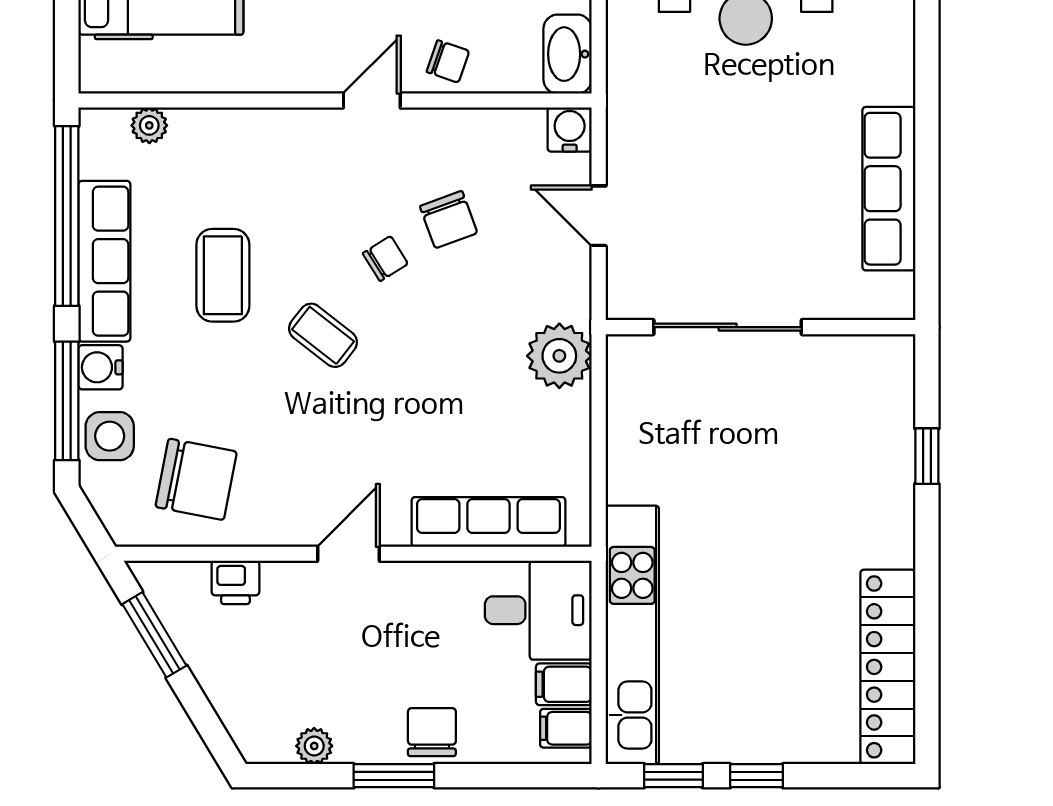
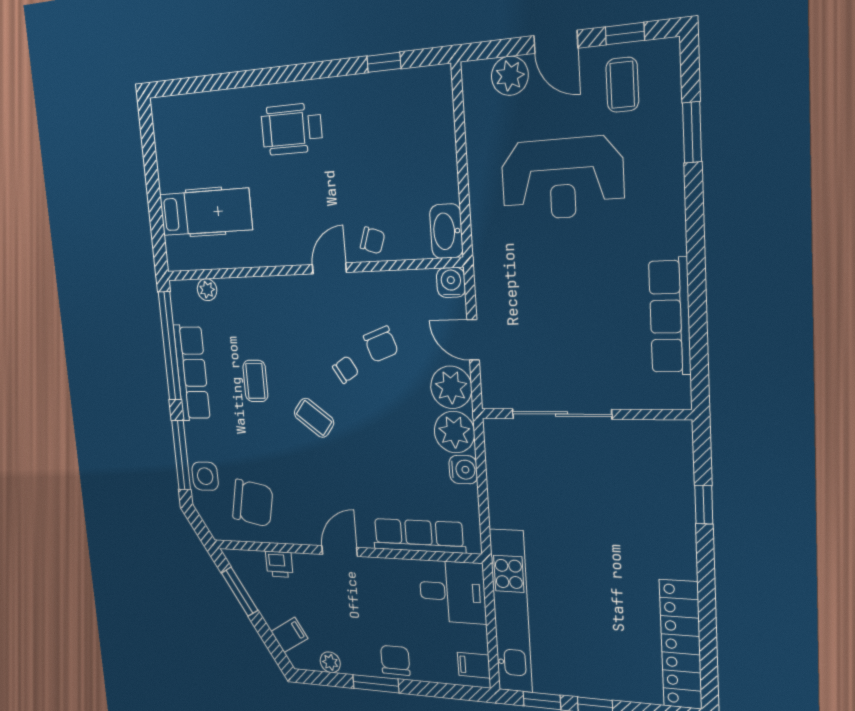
coffee table: (223, 275) -> (255, 381), width x0.73, depth x0.77
plant: (559, 287) -> (451, 387), added
water cooler: (100, 367) -> (463, 470), moved, turned 180
filing cabinet: (564, 684) -> (289, 635), moved, turned 149

